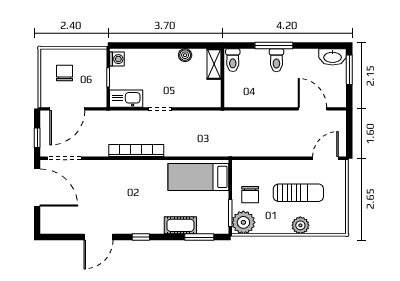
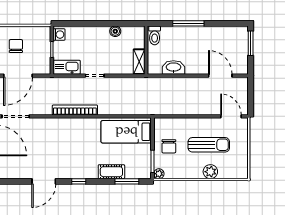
washbasin: (333, 57) -> (173, 67), moved, turned 180
toilet: (276, 60) -> (191, 35), removed
shelving: (214, 64) -> (139, 62), moved
door: (325, 158) -> (231, 116), hinge flipped
plant: (243, 222) -> (159, 174), width x0.53, depth x0.53

